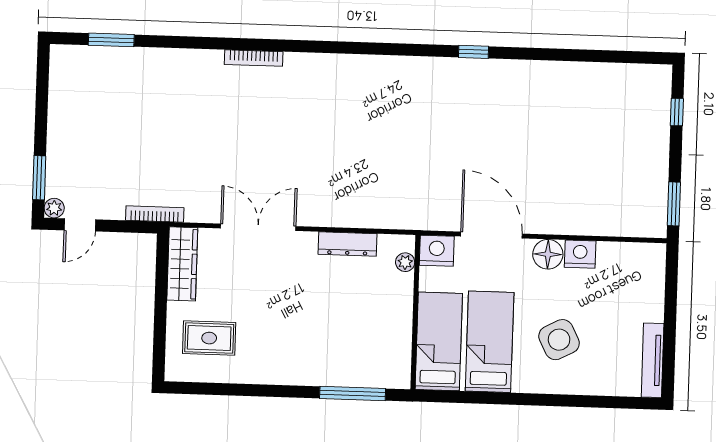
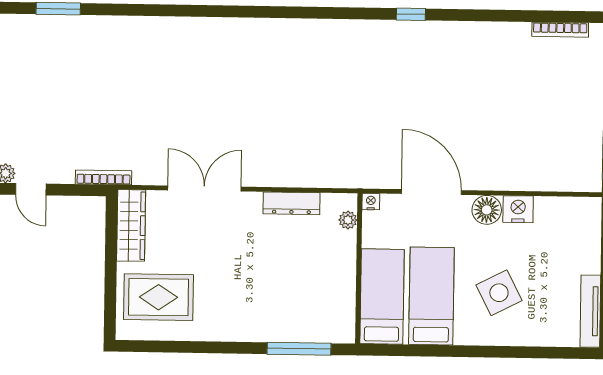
bookcase: (254, 58) -> (560, 30), moved
door: (80, 225) -> (31, 189), hinge flipped
nightstand: (437, 251) -> (371, 202), width x0.53, depth x0.56
rug: (209, 338) -> (159, 297), width x1.36, depth x1.43

